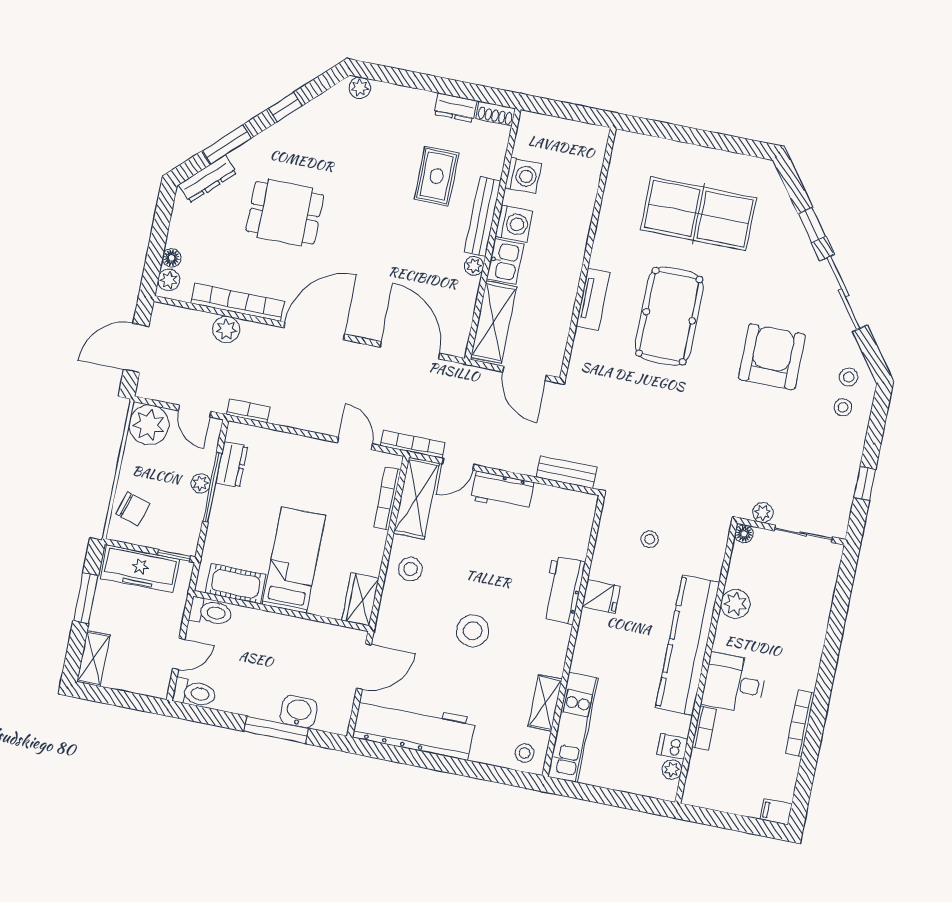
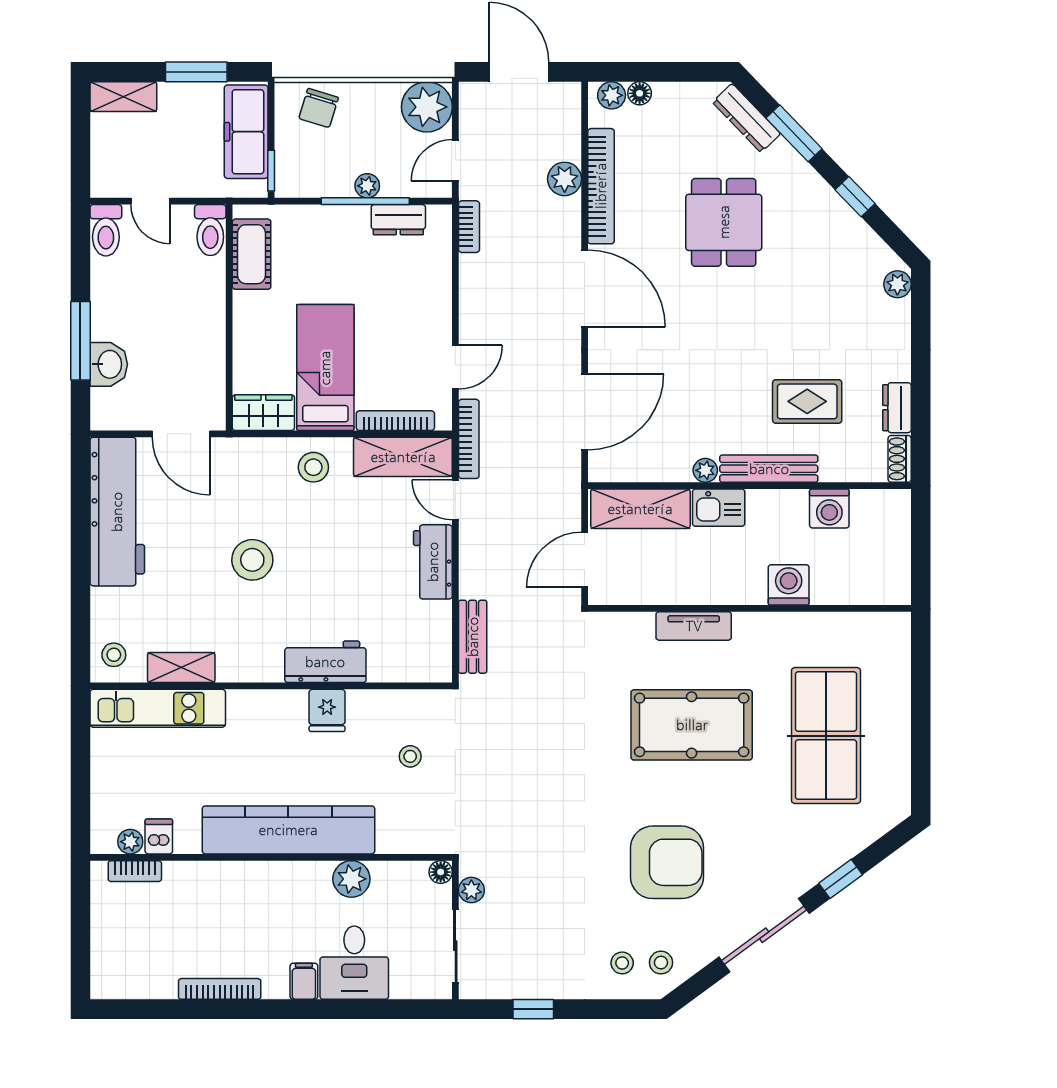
washing machine: (514, 224) -> (789, 585), moved, turned 180
bed: (294, 560) -> (325, 368), moved, turned -90
desk: (734, 683) -> (354, 963), moved, turned 180
bookcase: (704, 728) -> (135, 871), moved
filing cabinet: (776, 812) -> (304, 981), moved

